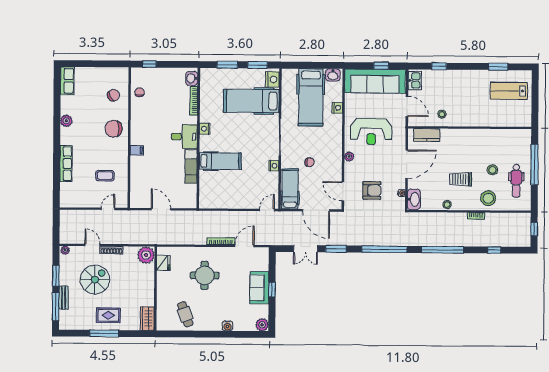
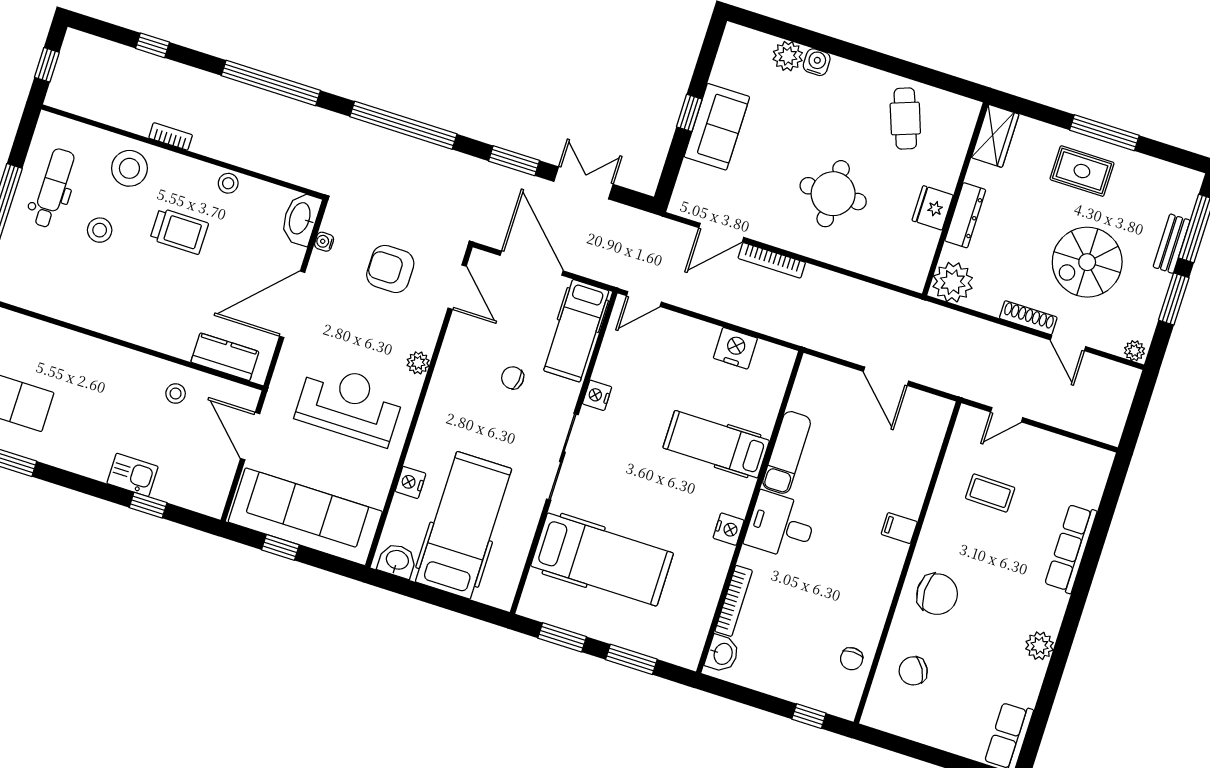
nightstand: (272, 79) -> (735, 348), moved, turned 90
kitchen sink: (415, 80) -> (132, 475), moved, turned 90
fridge: (163, 263) -> (933, 208), moved
dresser: (149, 283) -> (965, 215), added
plant: (262, 325) -> (788, 56), moved

